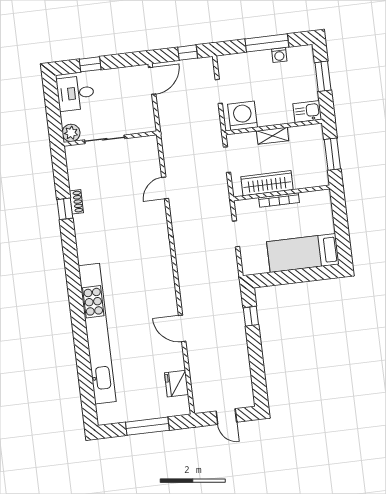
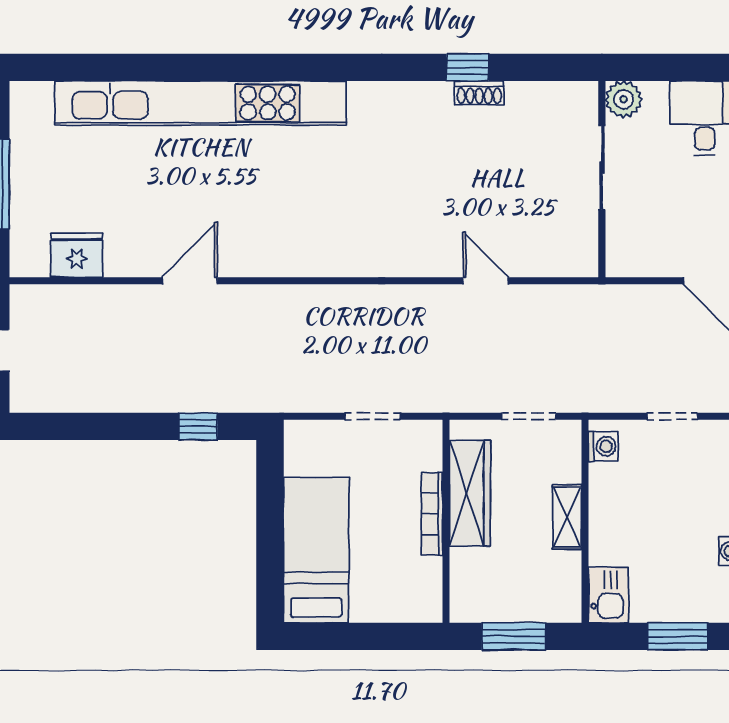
washing machine: (243, 116) -> (603, 446), width x0.53, depth x0.53

